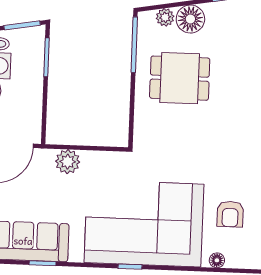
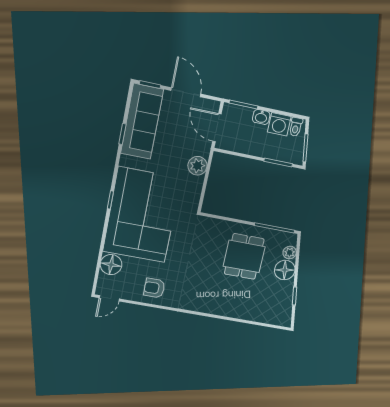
armchair: (230, 214) -> (154, 288), moved
floor lamp: (217, 260) -> (111, 265), width x1.89, depth x1.89

